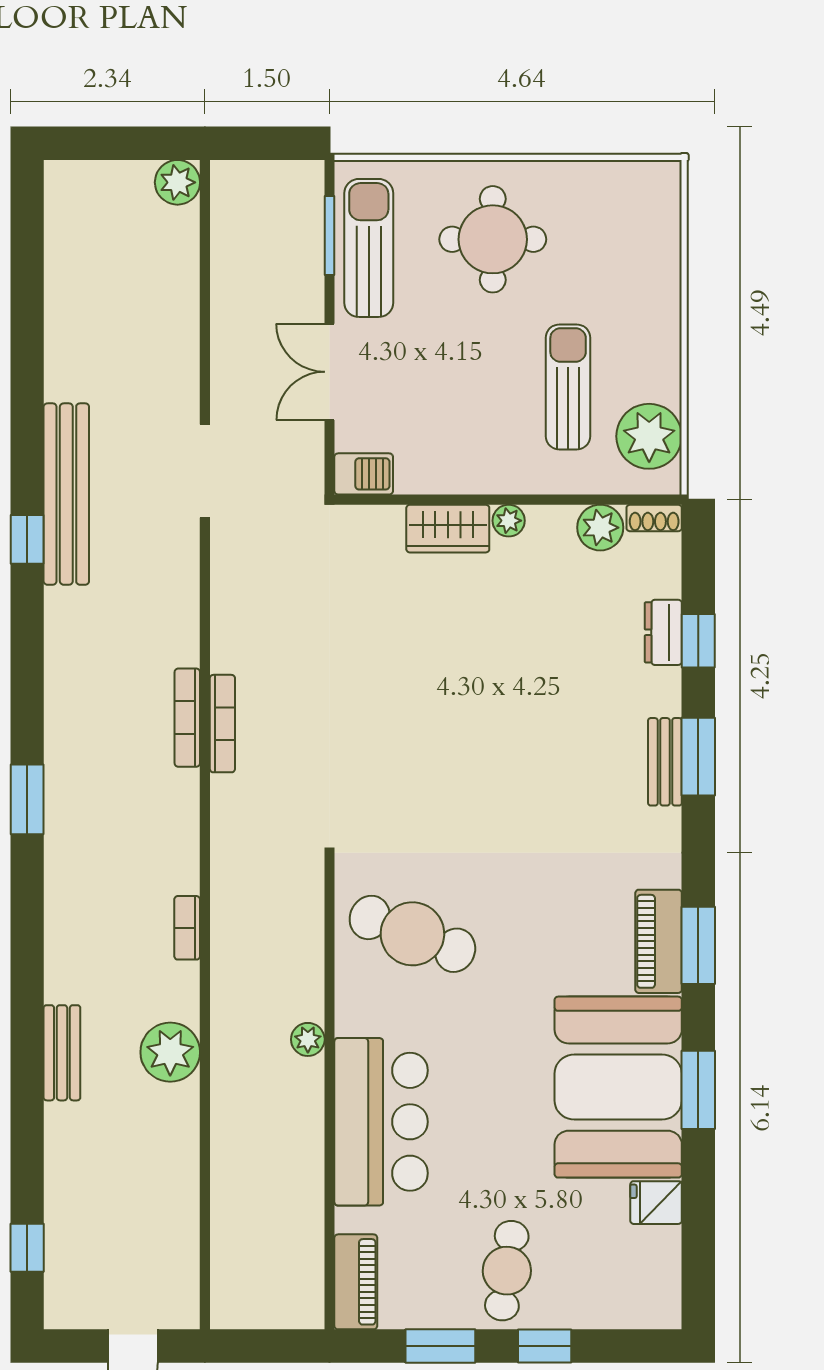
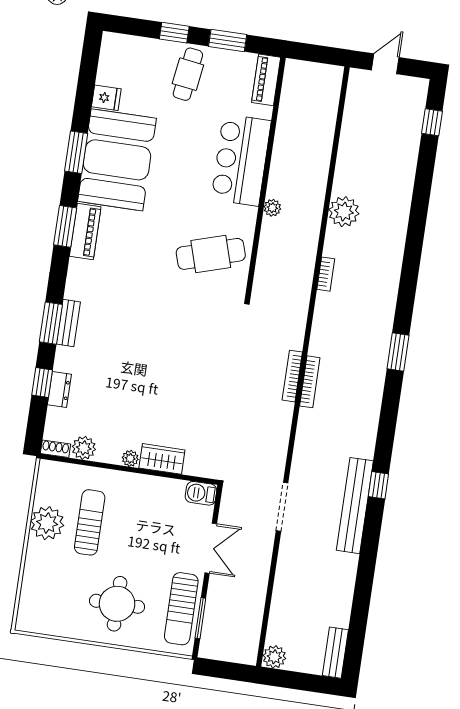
sun lounger: (568, 387) -> (90, 522), turned 180
plant: (649, 436) -> (47, 523), moved
cafe table: (412, 934) -> (211, 254), turned -38
bench: (62, 1053) -> (335, 653), moved

